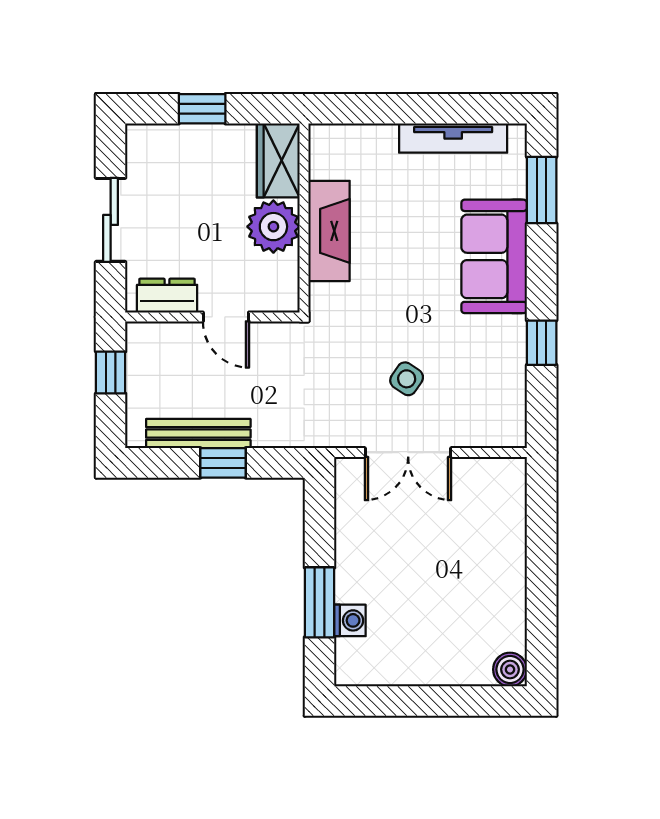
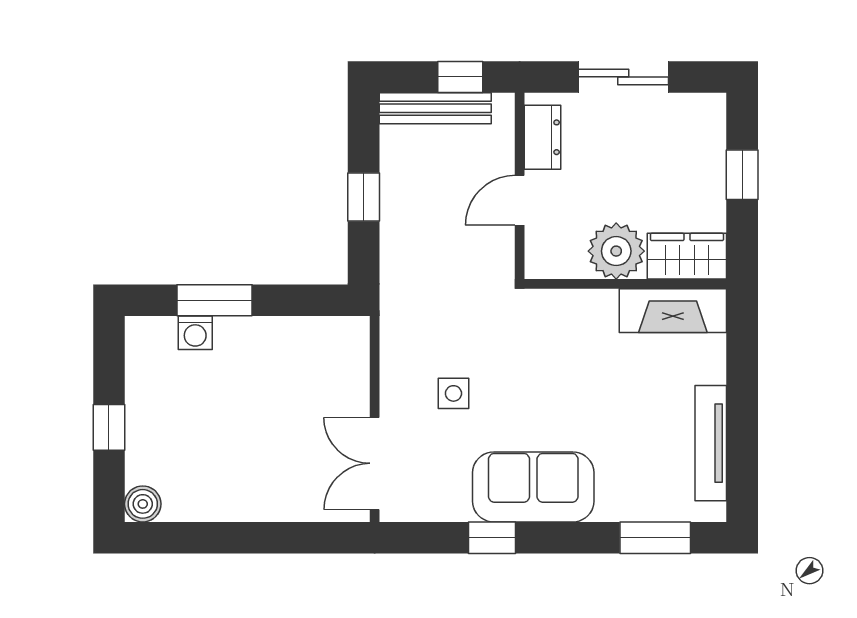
fireplace: (329, 231) -> (673, 311), moved
sofa: (494, 256) -> (533, 487), moved
side table: (407, 379) -> (453, 393), turned -34
bench: (198, 434) -> (435, 108), moved, turned 90
double door: (408, 453) -> (375, 463), moved
window: (438, 701) -> (109, 427), added

